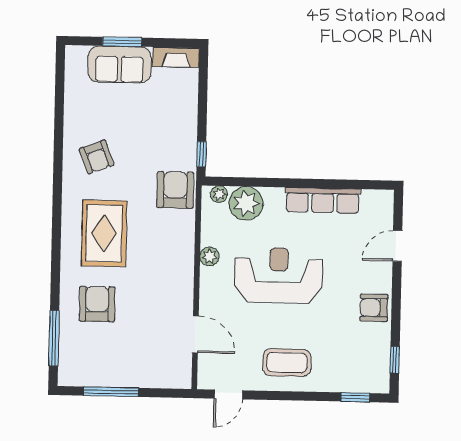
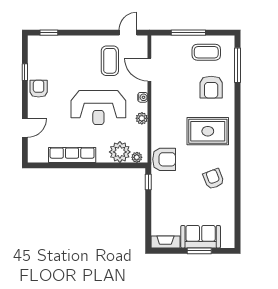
armchair: (175, 190) -> (164, 159), turned -90
rug: (104, 233) -> (208, 131), turned 90
water cooler: (207, 290) -> (143, 97), added
armchair: (374, 308) -> (39, 89), turned -90
coffee table: (104, 360) -> (206, 52), added
window: (395, 360) -> (25, 72), moved
coffee table: (287, 363) -> (110, 61), moved, turned 90
window: (111, 392) -> (188, 33), moved

